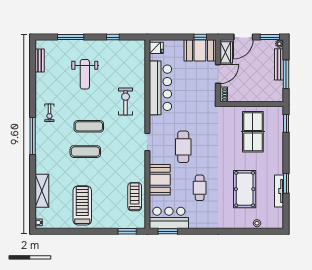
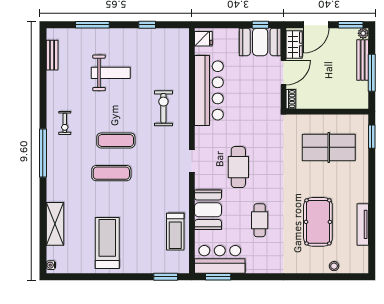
weight bench: (85, 74) -> (111, 73), turned -90
table tennis table: (253, 132) -> (329, 147), turned 90
window: (286, 183) -> (372, 214), removed
treadmill: (135, 197) -> (175, 232), turned 180

